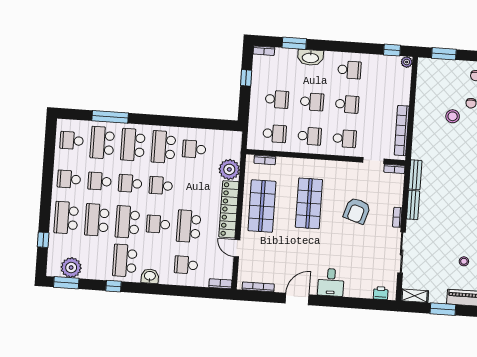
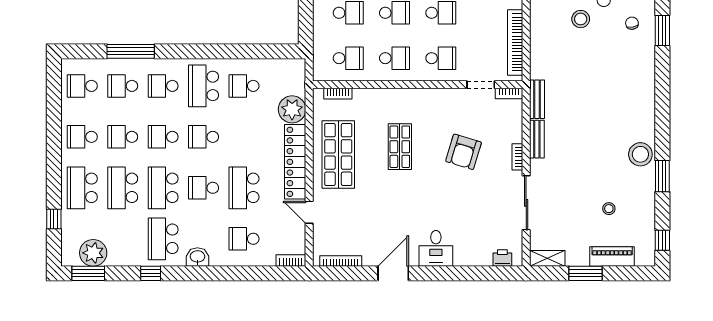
school desk: (102, 143) -> (123, 86), width x0.54
school desk: (133, 145) -> (163, 86), width x0.54
shop shelf: (309, 203) -> (400, 147), width x0.70, depth x0.74

